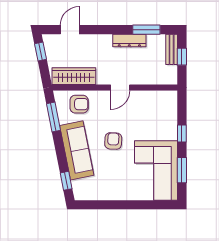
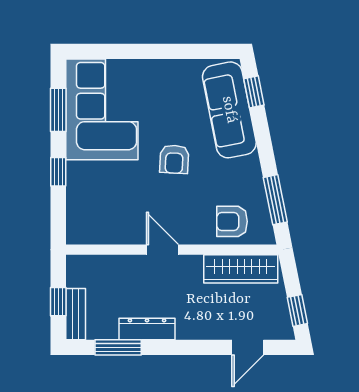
door: (120, 88) -> (163, 250), hinge flipped
sofa: (77, 150) -> (229, 110), moved

